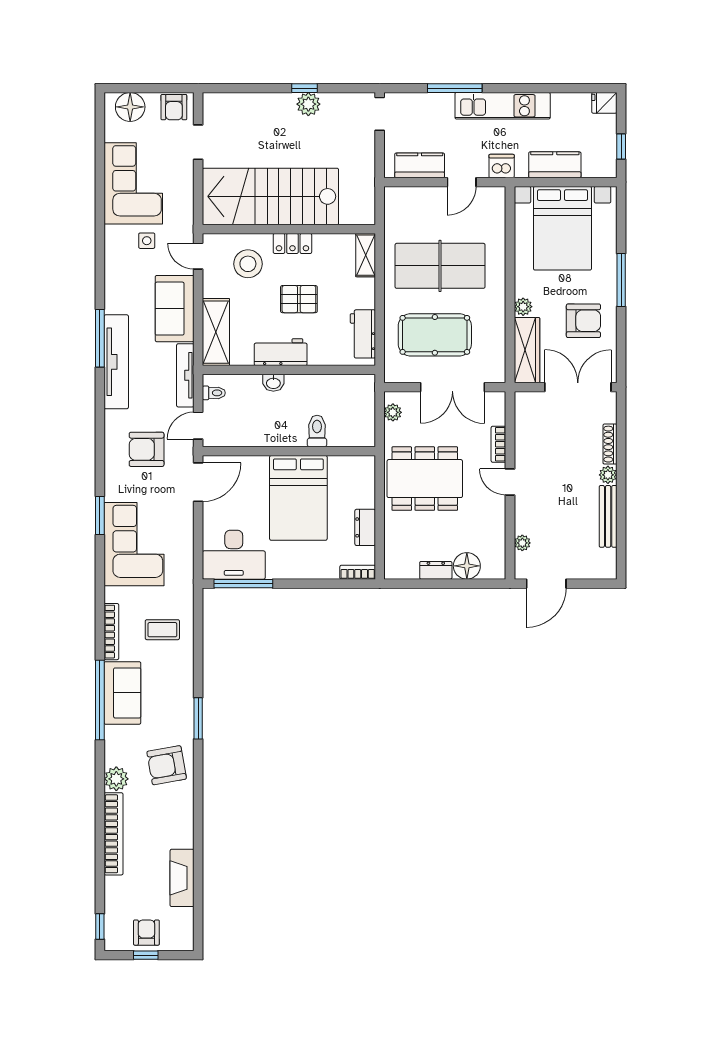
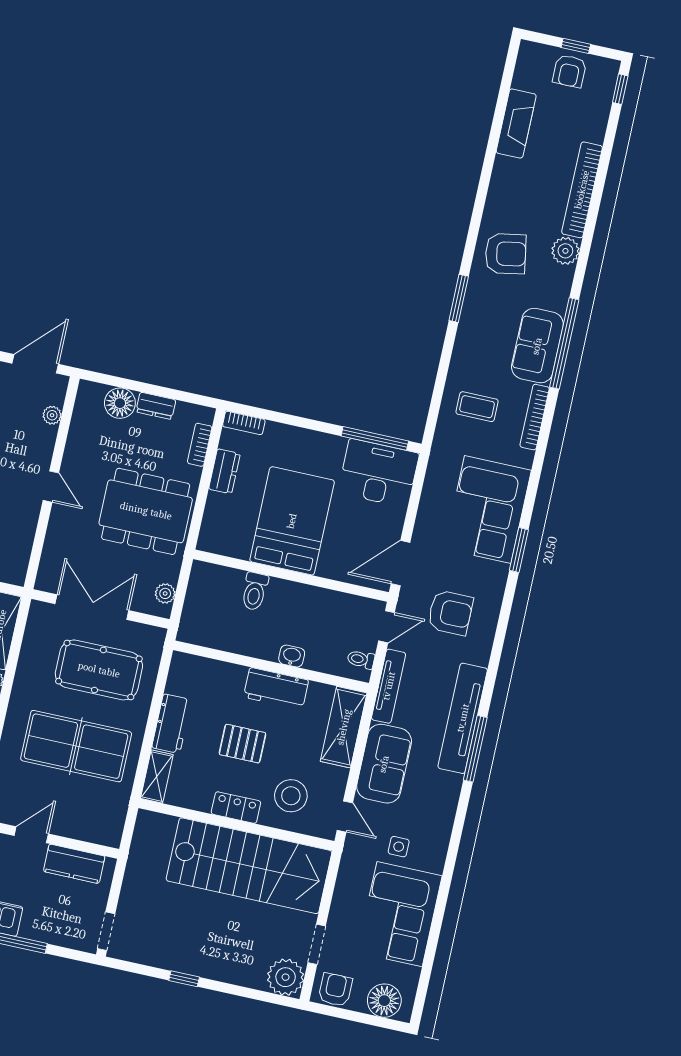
plant: (308, 104) -> (286, 977), moved, width x1.36, depth x1.36
workbench: (363, 334) -> (172, 724), moved
bookcase: (498, 444) -> (200, 445), moved, turned 180

